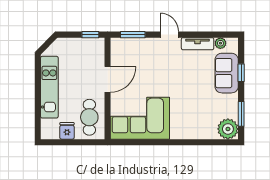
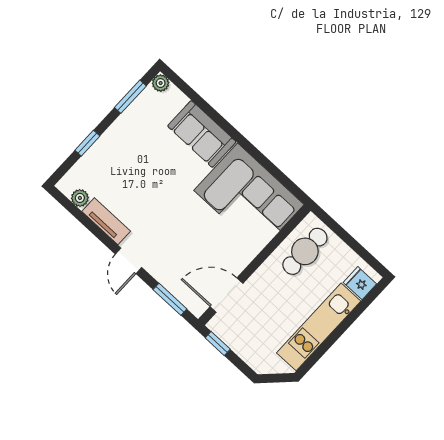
sofa: (227, 73) -> (202, 134), moved, turned 90
door: (107, 79) -> (227, 295), moved
plant: (228, 129) -> (161, 83), width x0.53, depth x0.53
fridge: (67, 131) -> (360, 283), moved, turned 90

